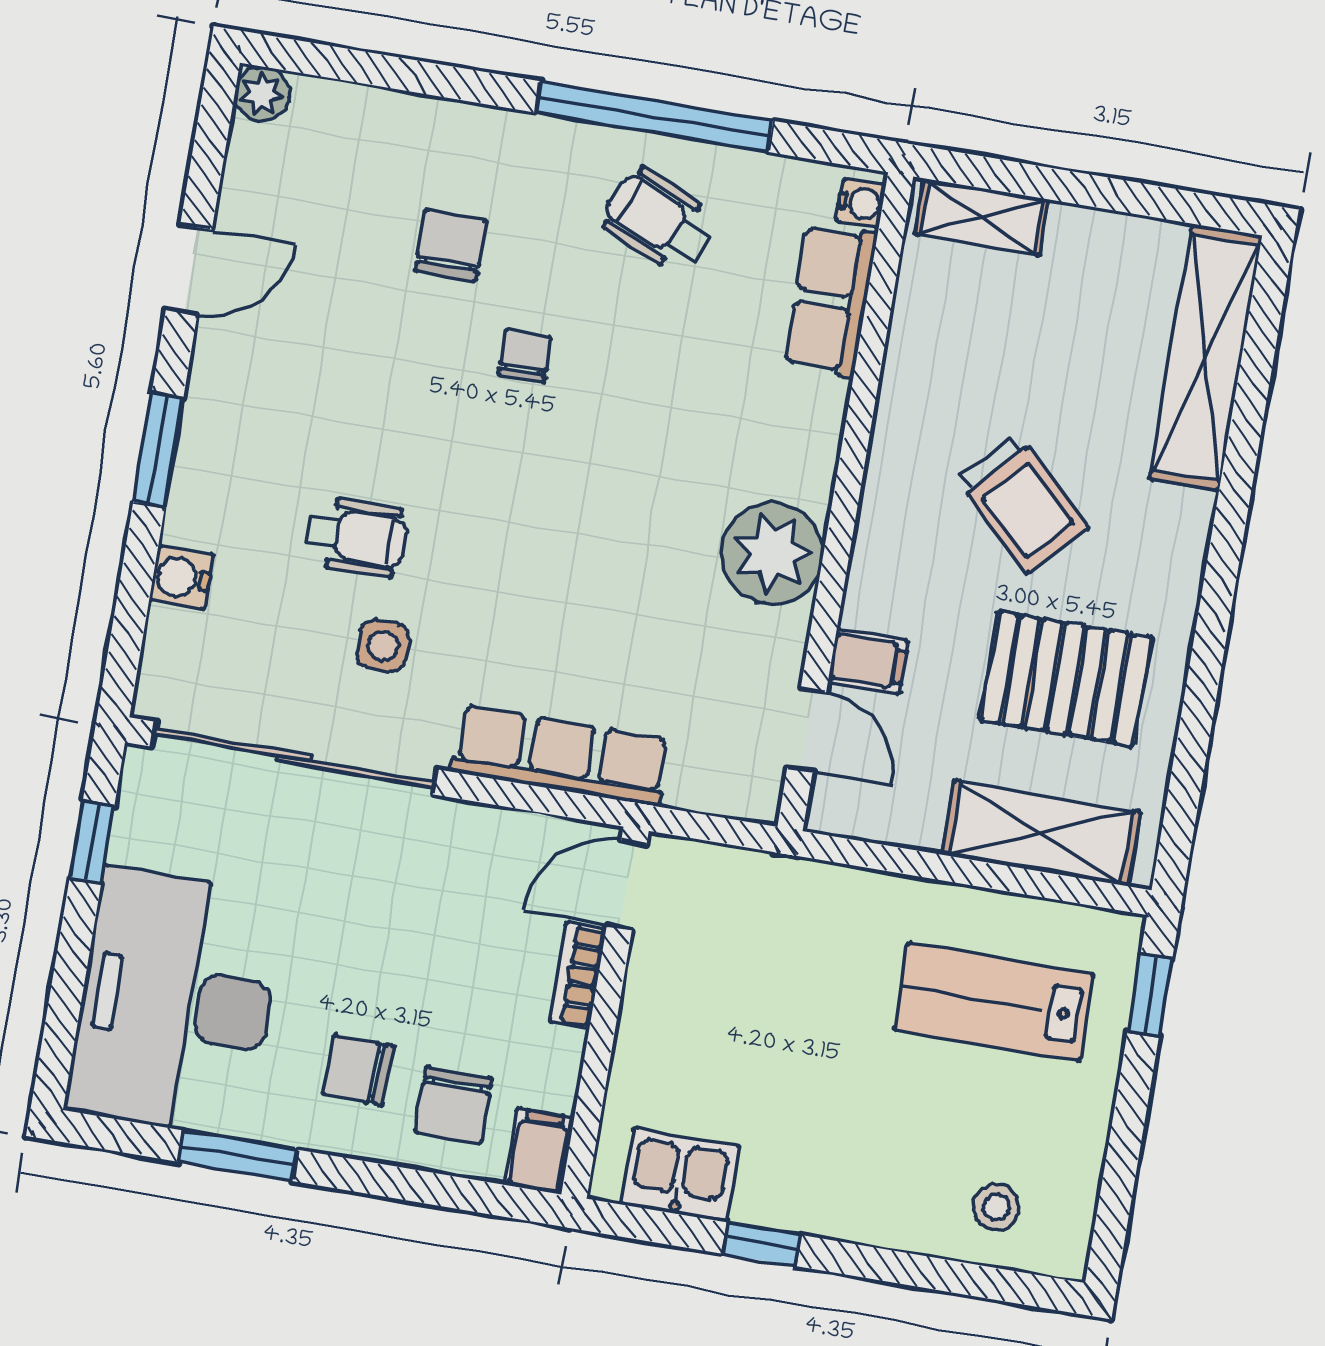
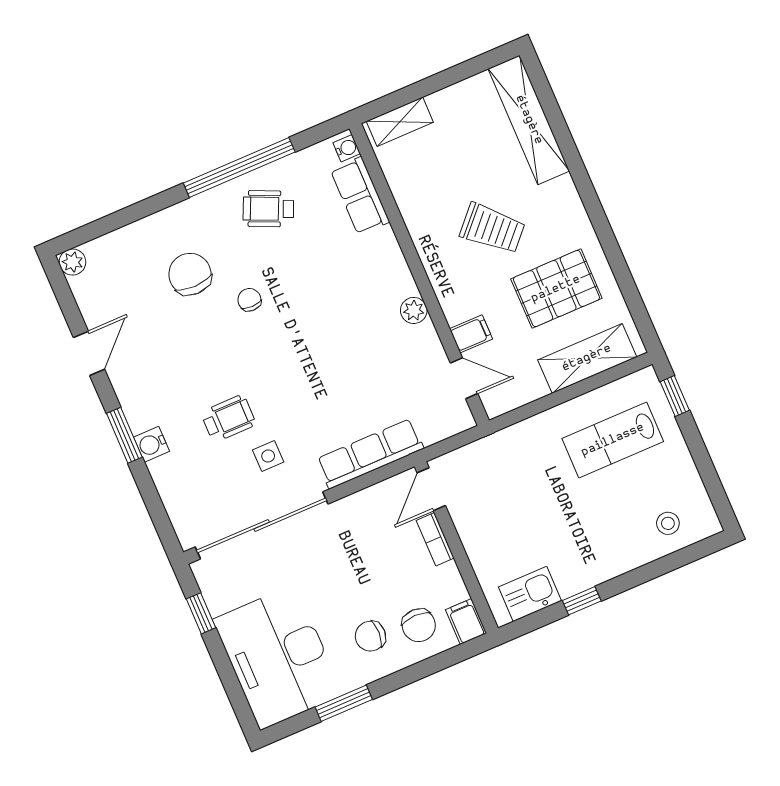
chair: (451, 246) -> (190, 274), width x1.37, depth x1.37
plant: (772, 553) -> (414, 310), width x0.53, depth x0.53
water cooler: (181, 577) -> (151, 444), moved

